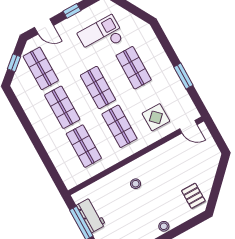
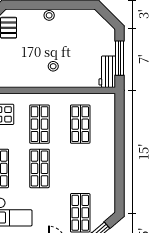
shop shelf: (62, 107) -> (80, 168), removed
workbench: (91, 215) -> (107, 72), moved

